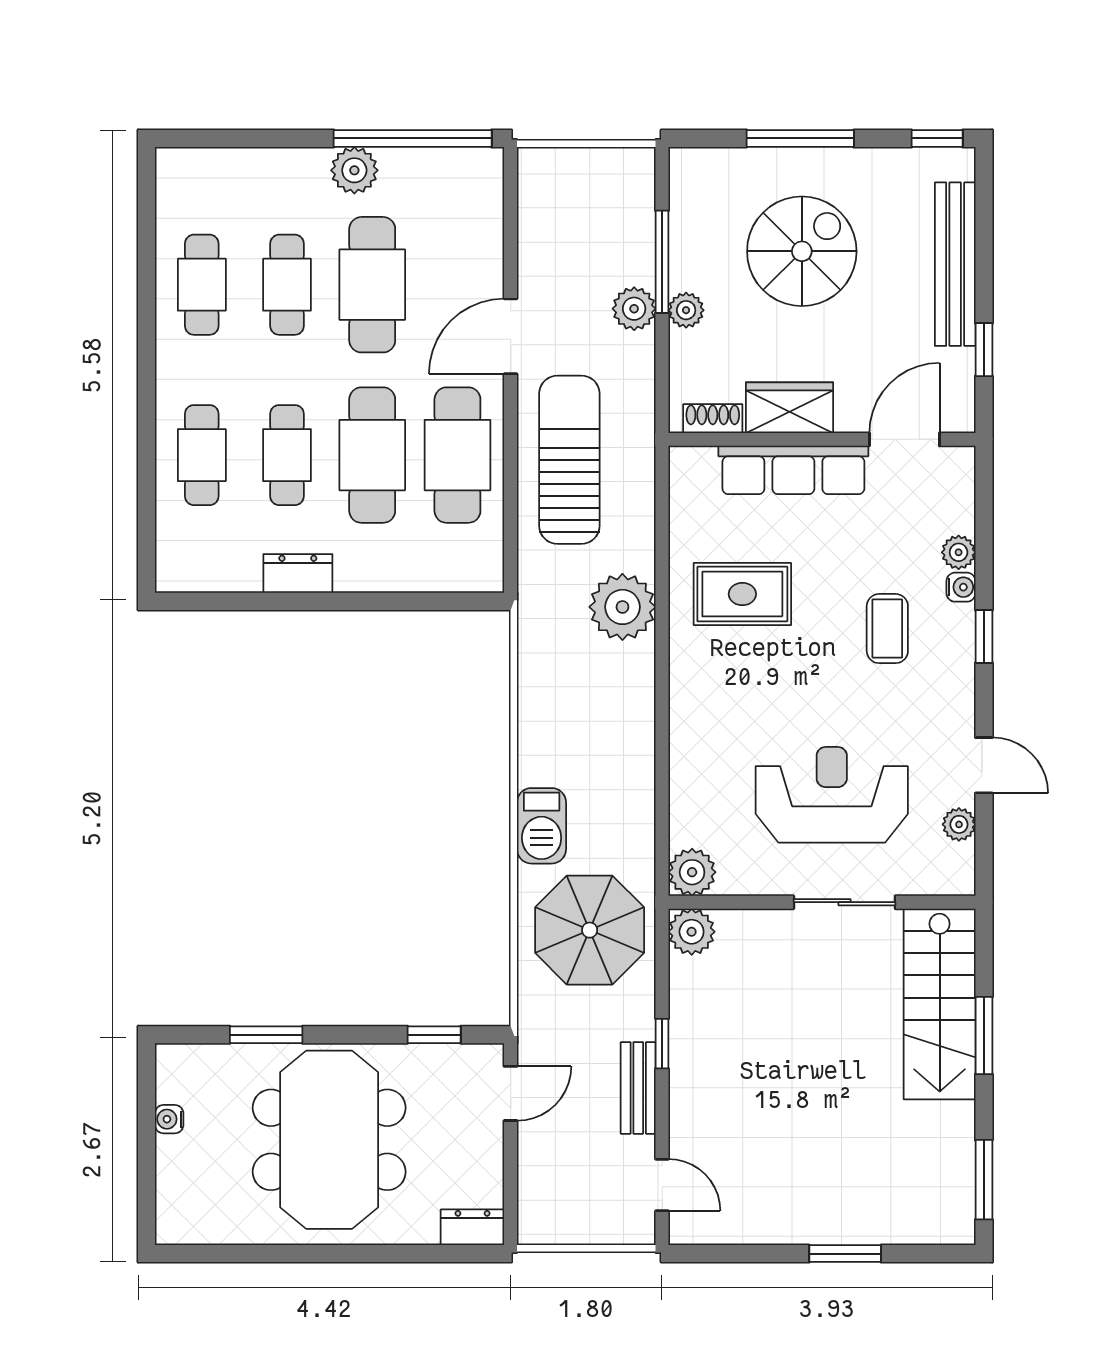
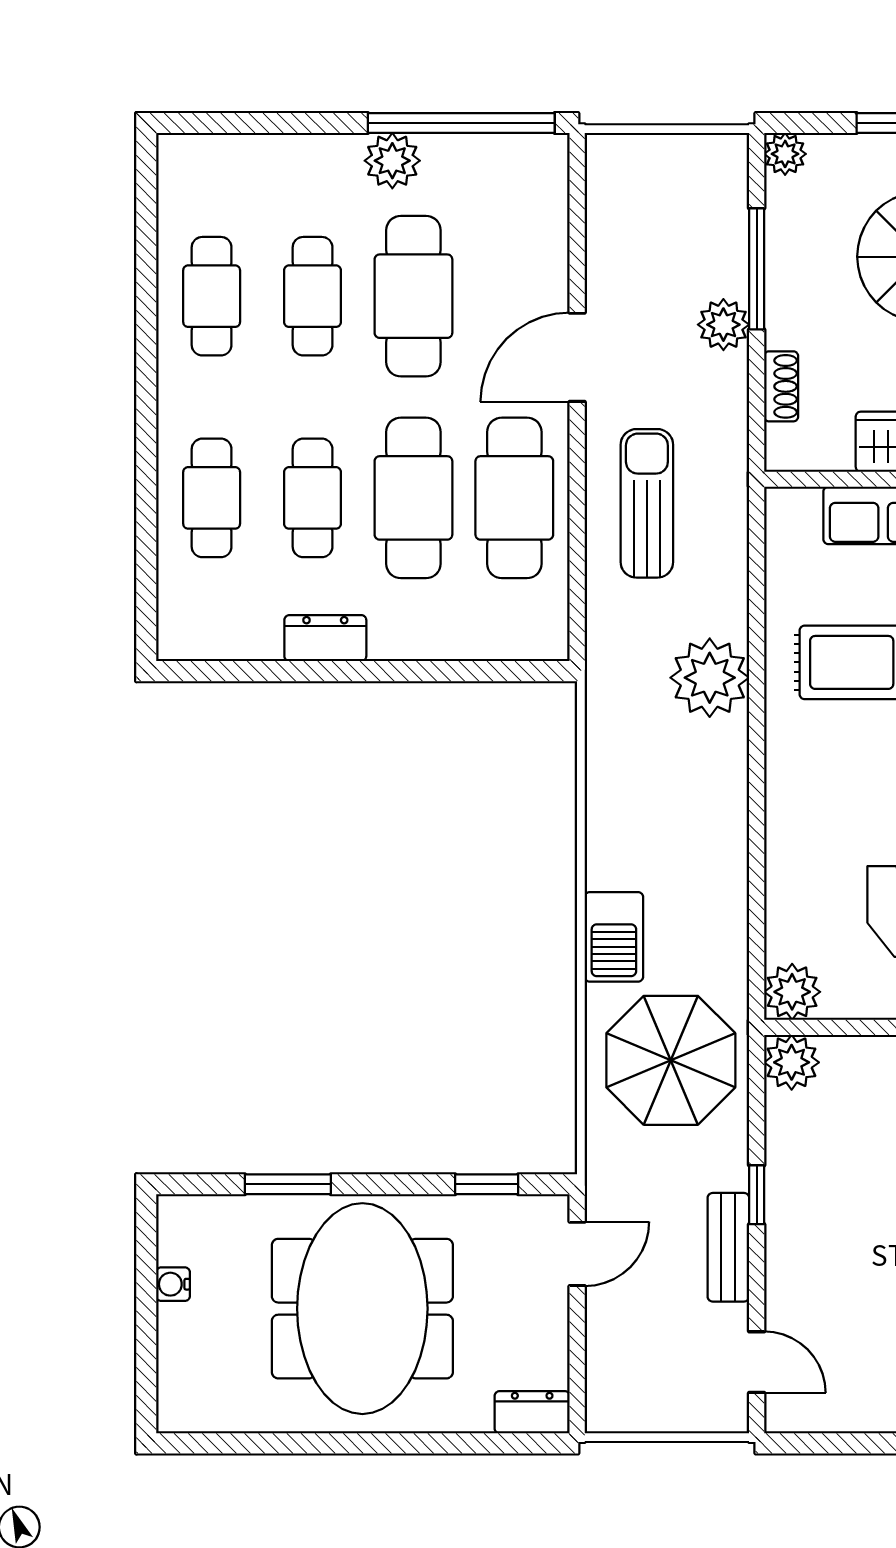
plant: (686, 310) -> (785, 154), moved
shoe rack: (713, 419) -> (781, 386), moved, turned 90
sun lounger: (569, 460) -> (647, 503), width x0.73, depth x0.75

